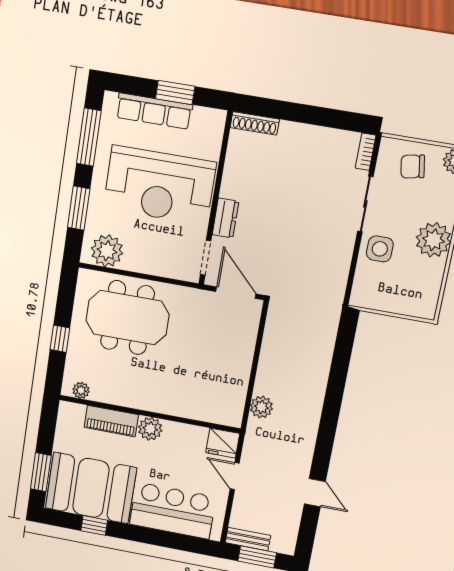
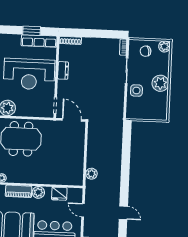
row of seats: (154, 111) -> (39, 41), moved
dresser: (226, 218) -> (63, 70), moved
fridge: (223, 443) -> (59, 194), moved

